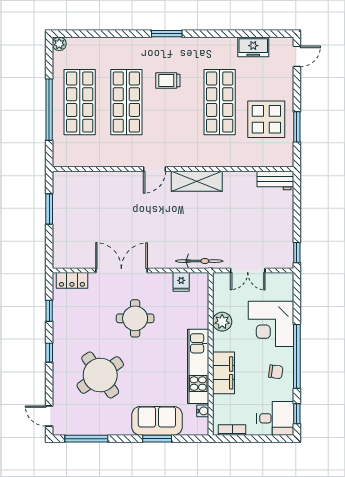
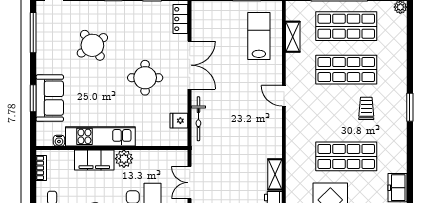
shelving: (91, 160) -> (293, 37), added
shelving: (197, 181) -> (275, 174), moved, width x0.67, depth x0.75
lab bench: (90, 196) -> (259, 36), added
bicycle: (199, 261) -> (198, 119), moved
plant: (222, 322) -> (124, 159), moved
round table: (100, 375) -> (92, 45), width x0.73, depth x0.73

